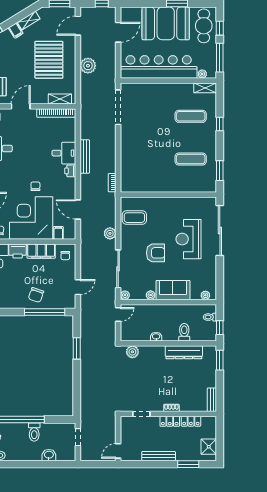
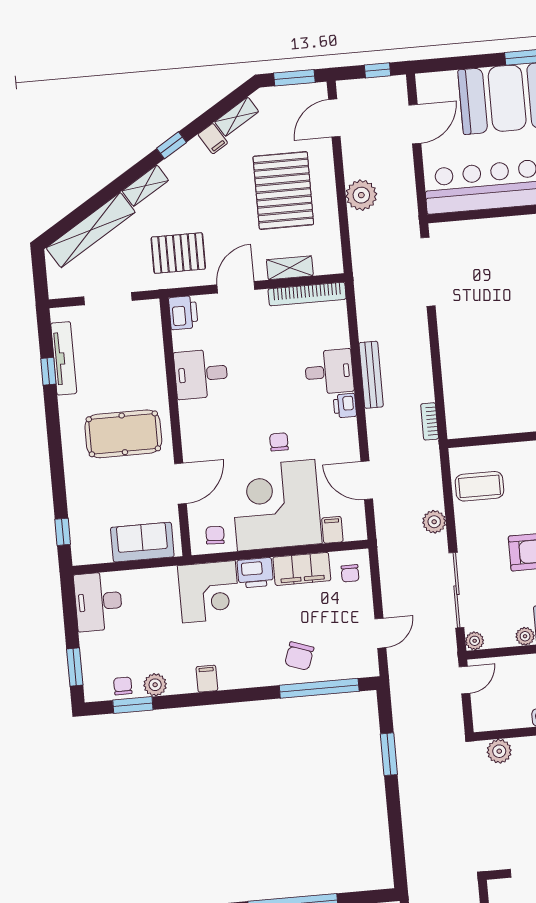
shelving: (60, 99) -> (290, 268), moved

